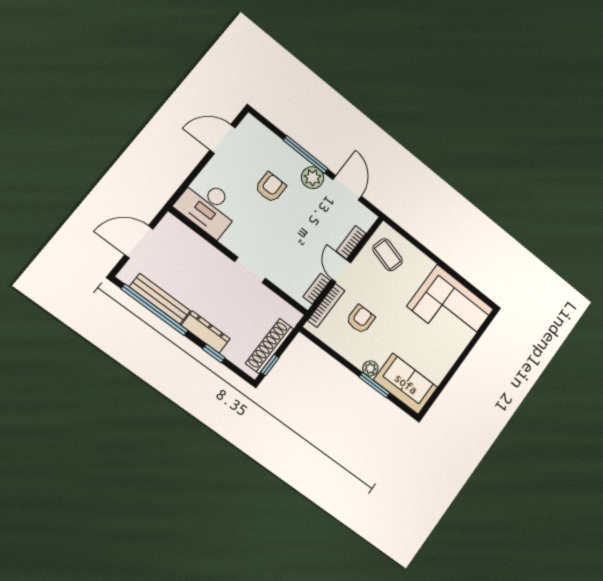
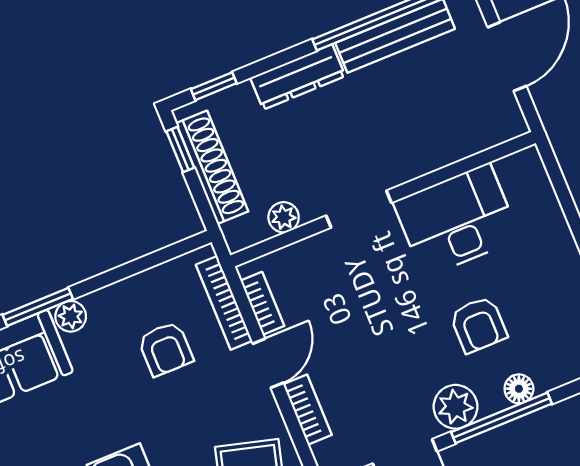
floor lamp: (288, 154) -> (519, 389), added
desk: (208, 207) -> (457, 220), moved
door: (341, 271) -> (268, 363), hinge flipped
plant: (273, 301) -> (284, 217), added
window: (214, 353) -> (214, 86), moved

